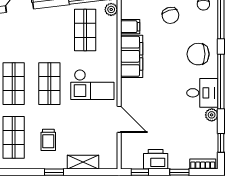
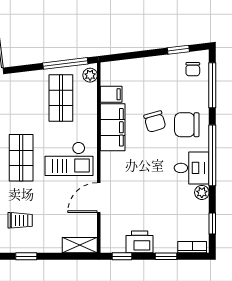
chair: (170, 15) -> (155, 122), moved
door: (119, 119) -> (99, 198), swing flipped
trolley: (48, 140) -> (20, 220), turned -90
shelving: (83, 162) -> (80, 245), moved

